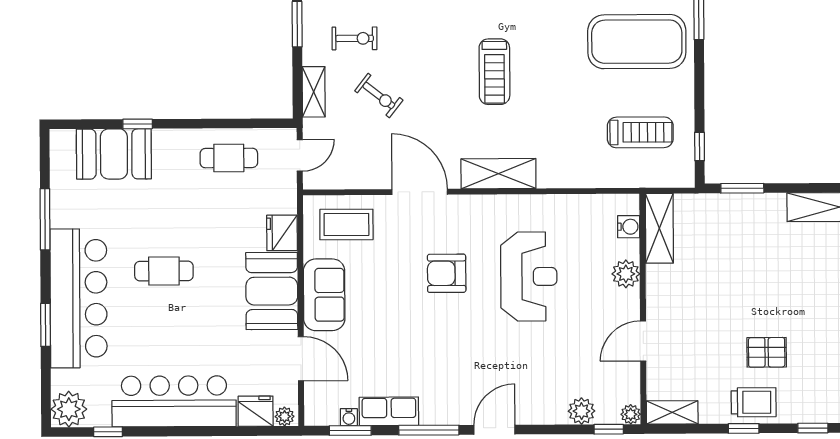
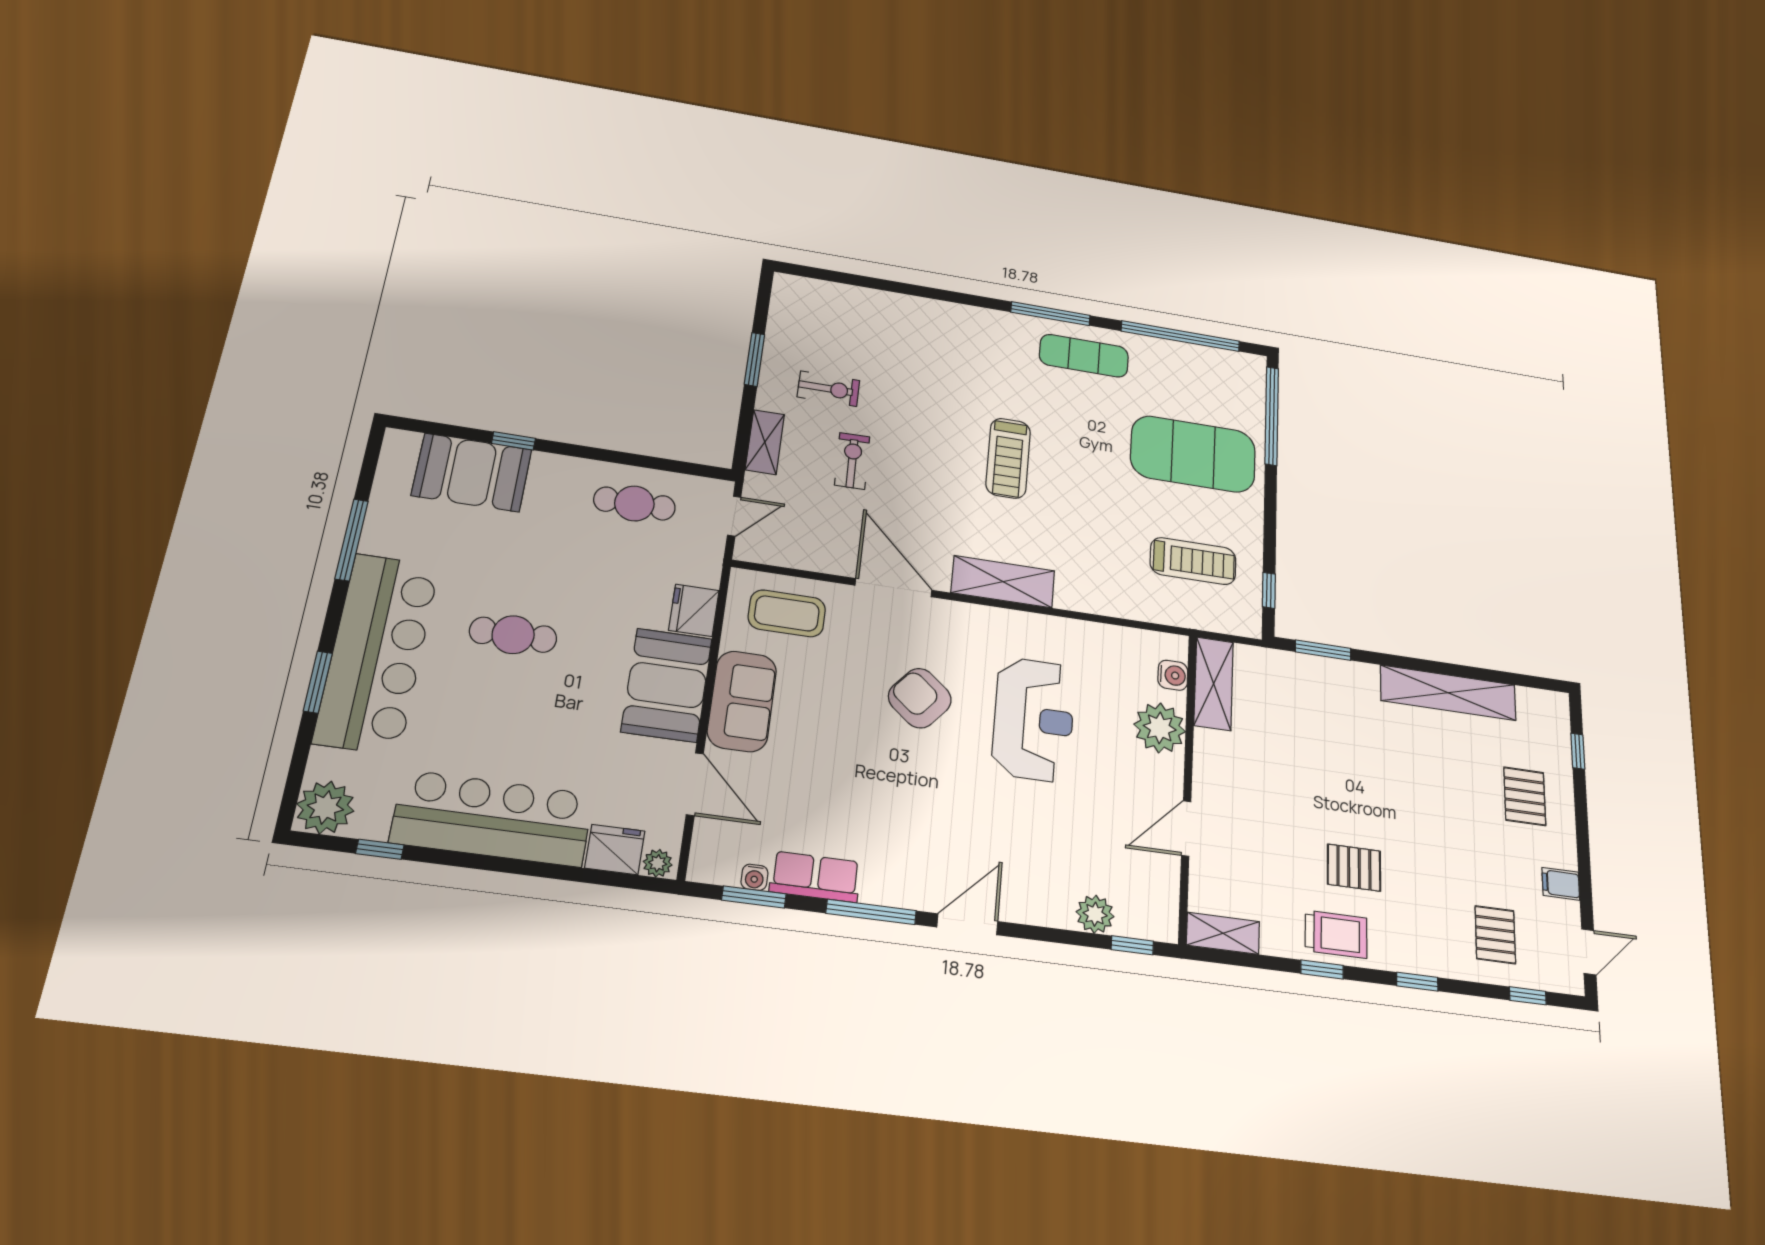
exercise bike: (379, 95) -> (852, 461), turned -129
armchair: (447, 273) -> (920, 698), turned 40
plant: (626, 274) -> (1160, 728), width x1.36, depth x1.36
plant: (631, 414) -> (1165, 928), removed

